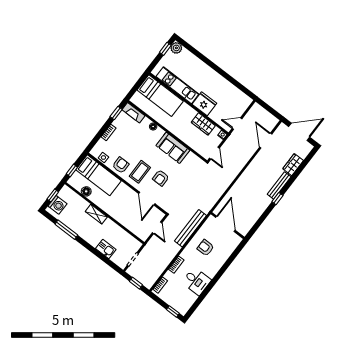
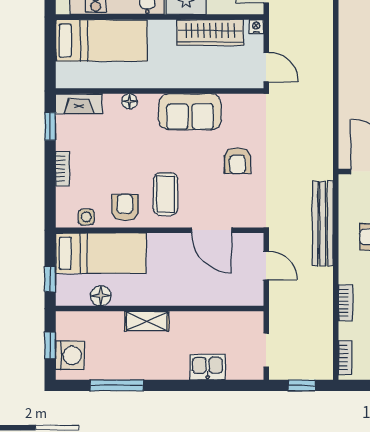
wardrobe: (203, 124) -> (210, 33), width x1.50
armchair: (161, 178) -> (237, 161), moved

